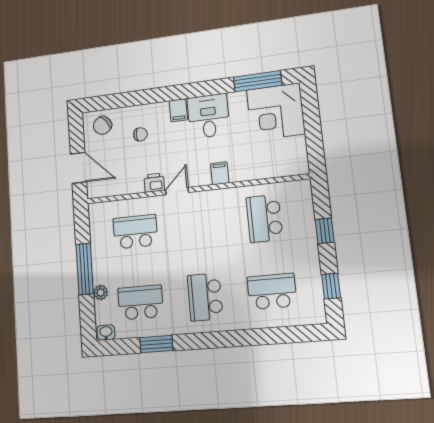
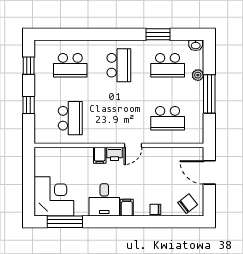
chair: (140, 134) -> (155, 209), moved
printer: (154, 183) -> (115, 154), moved

